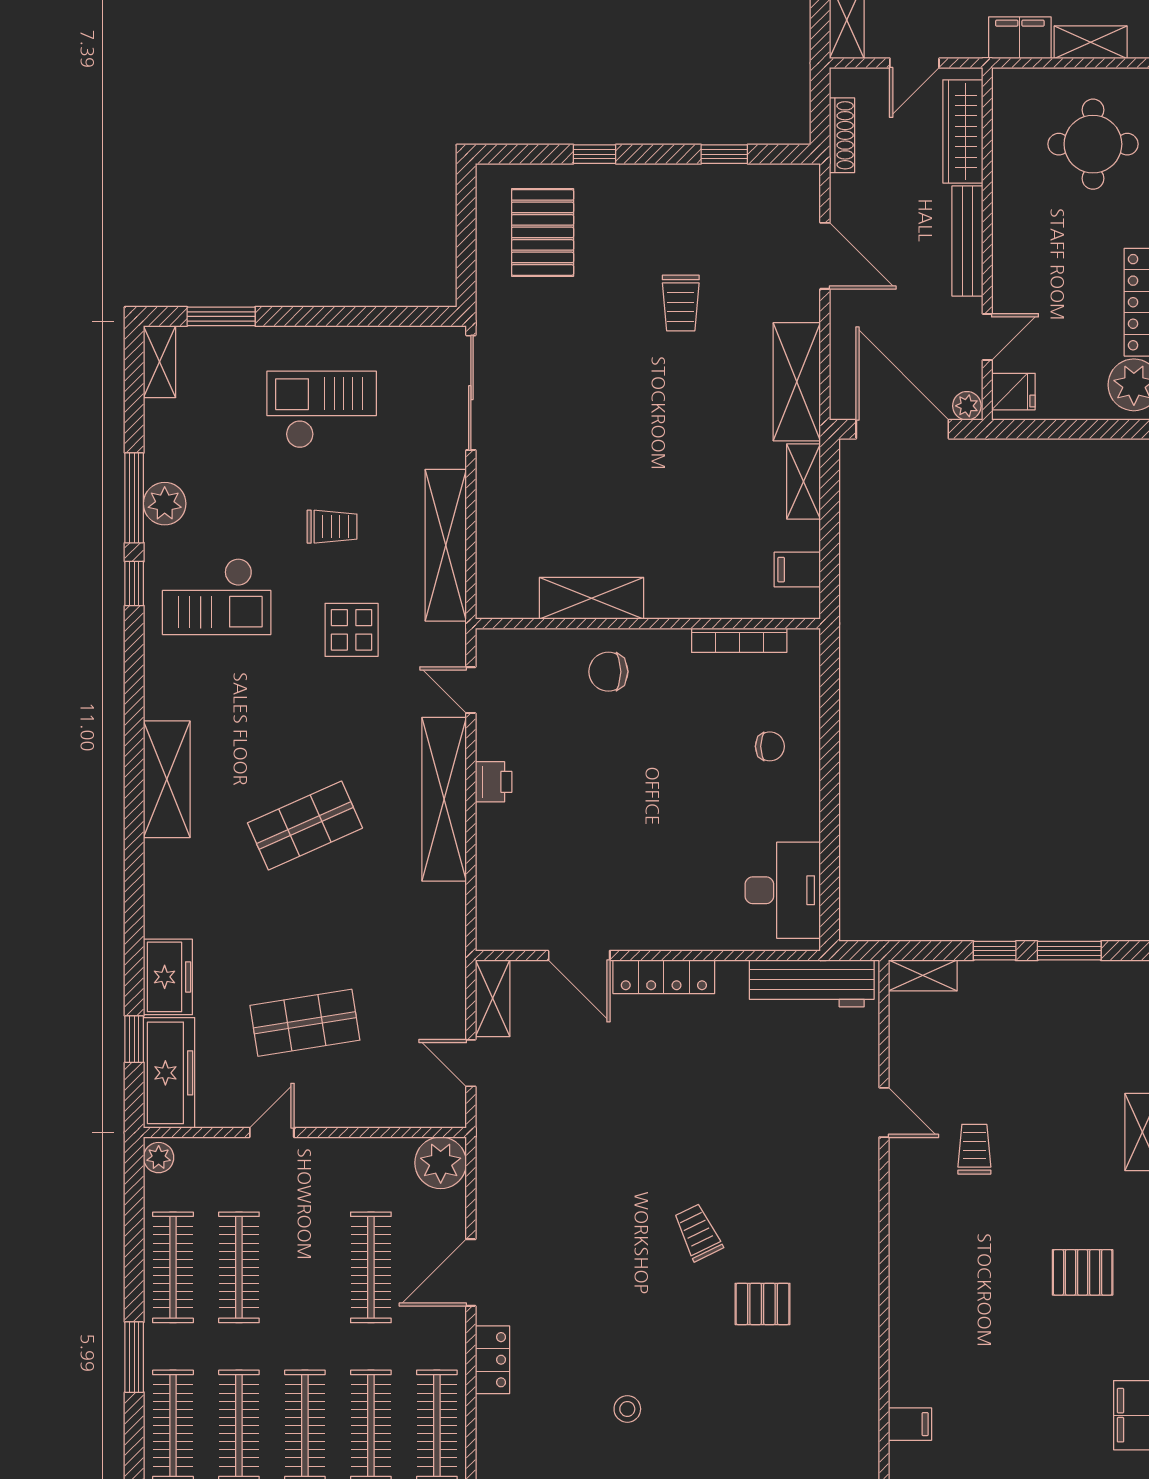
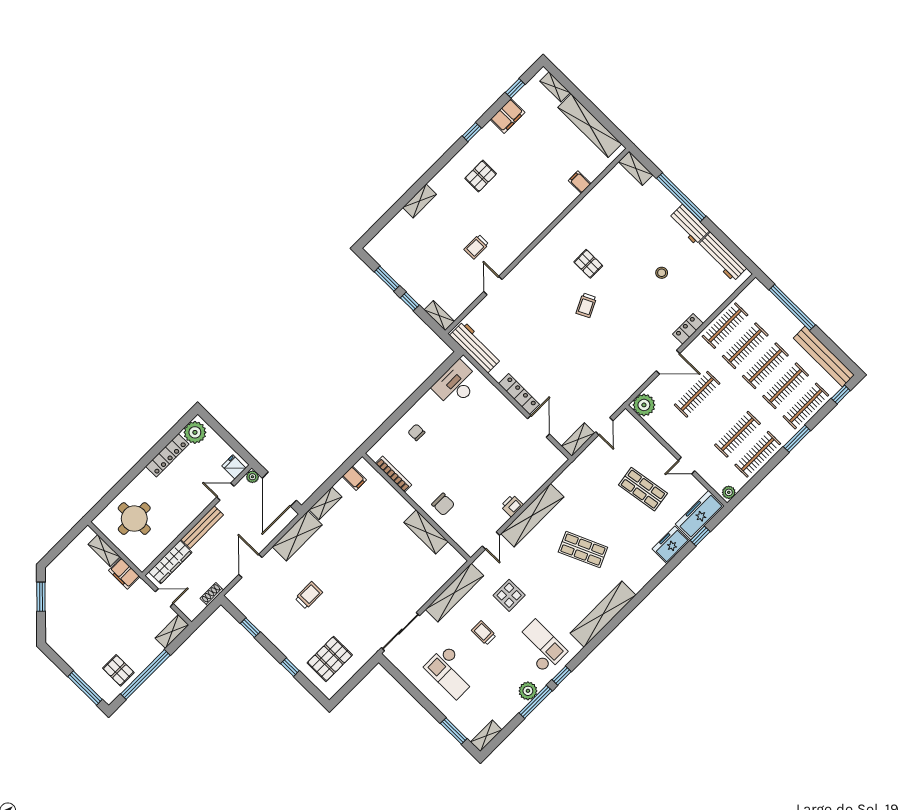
shoe rack: (842, 135) -> (212, 594), width x0.70
shelving: (167, 779) -> (603, 614), width x1.47
pallet: (1083, 1272) -> (481, 176), turned 90

